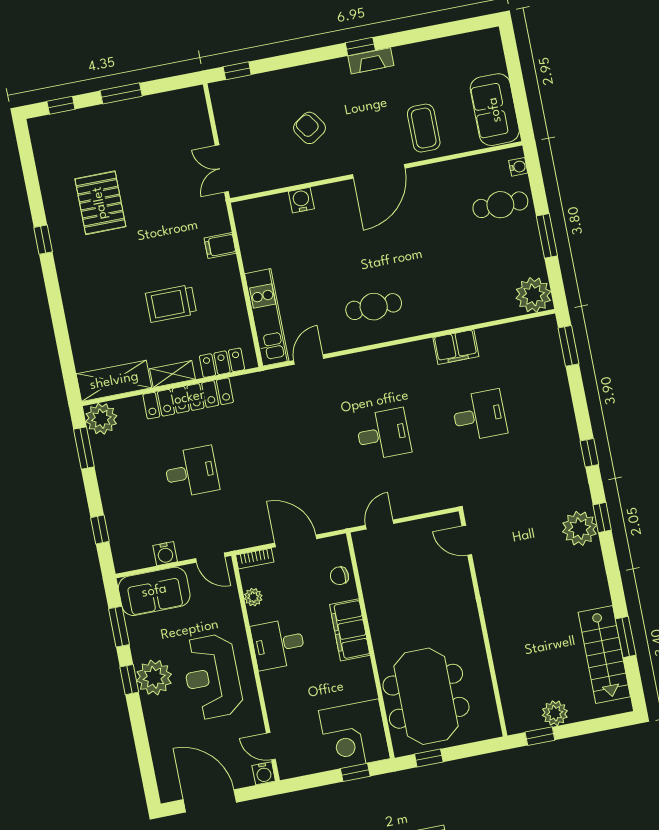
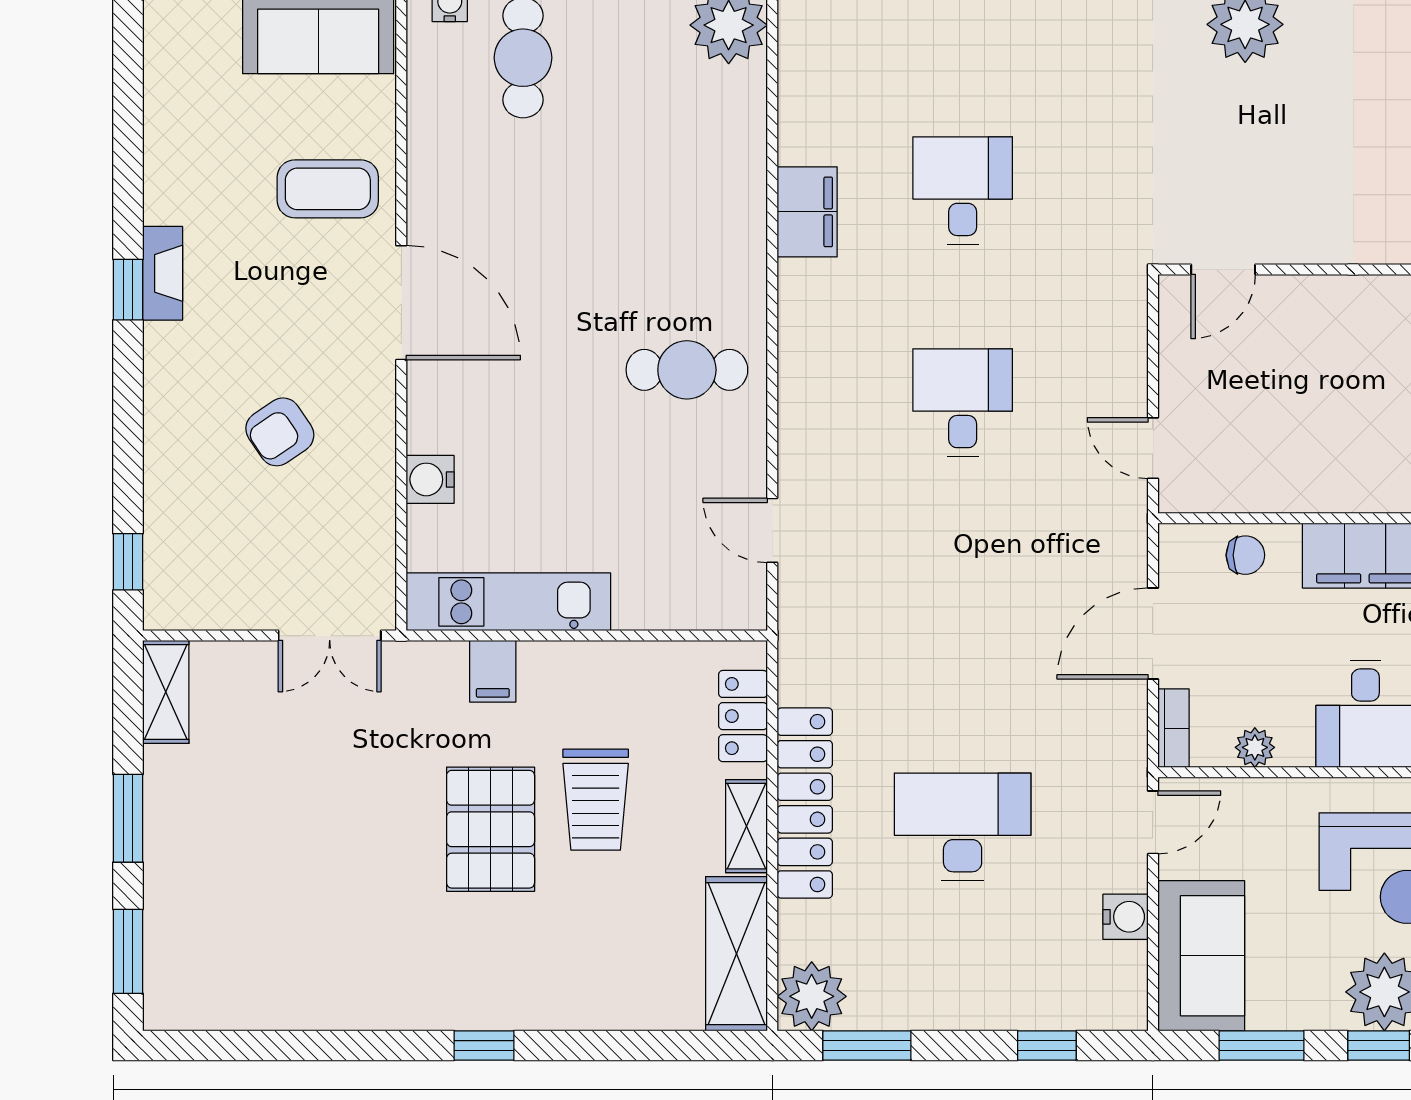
shelving: (182, 99) -> (166, 692), added
window: (61, 105) -> (128, 951), width x1.50
pallet: (100, 203) -> (491, 829), moved, turned 90
window: (43, 240) -> (484, 1046), moved
cafe table: (374, 307) -> (687, 370), turned 90
kitchen unit: (267, 317) -> (508, 602), moved
desk: (191, 472) -> (963, 827), width x1.37
chair: (339, 576) -> (1245, 555), turned -85

